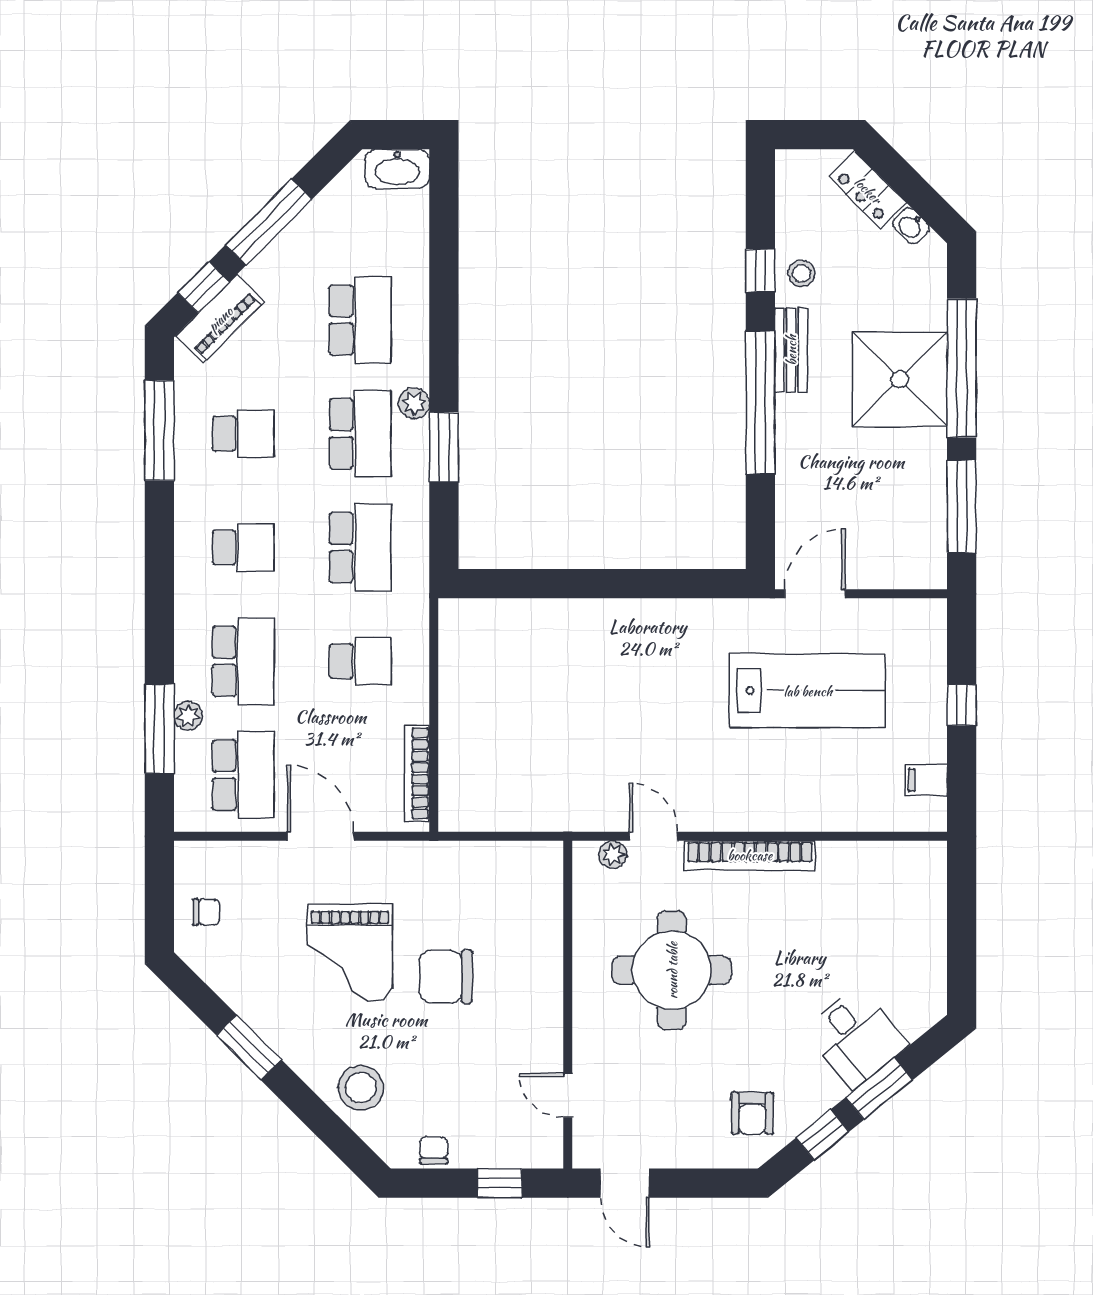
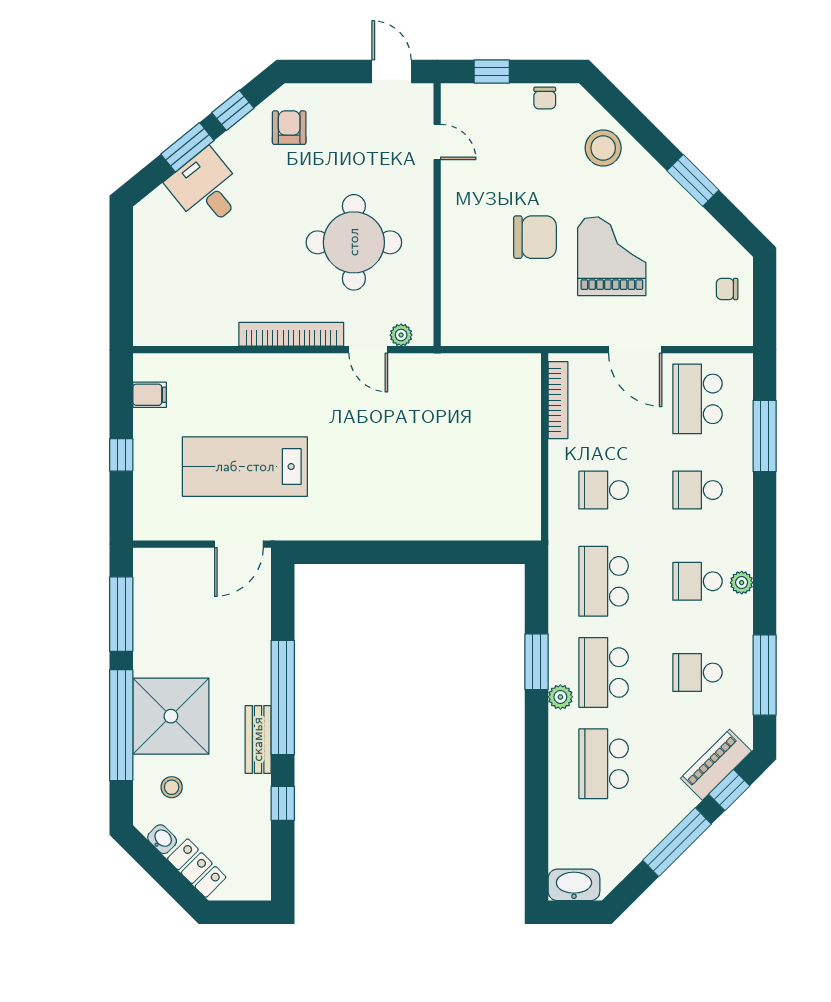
stool: (802, 273) -> (172, 787), moved
school desk: (243, 661) -> (697, 490), width x0.54
plant: (188, 716) -> (742, 583), moved

